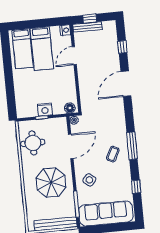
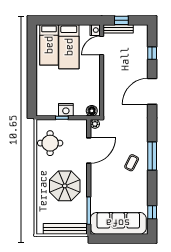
door: (74, 56) -> (102, 45), moved
side table: (89, 180) -> (105, 187), removed
window: (136, 187) -> (152, 212), moved

